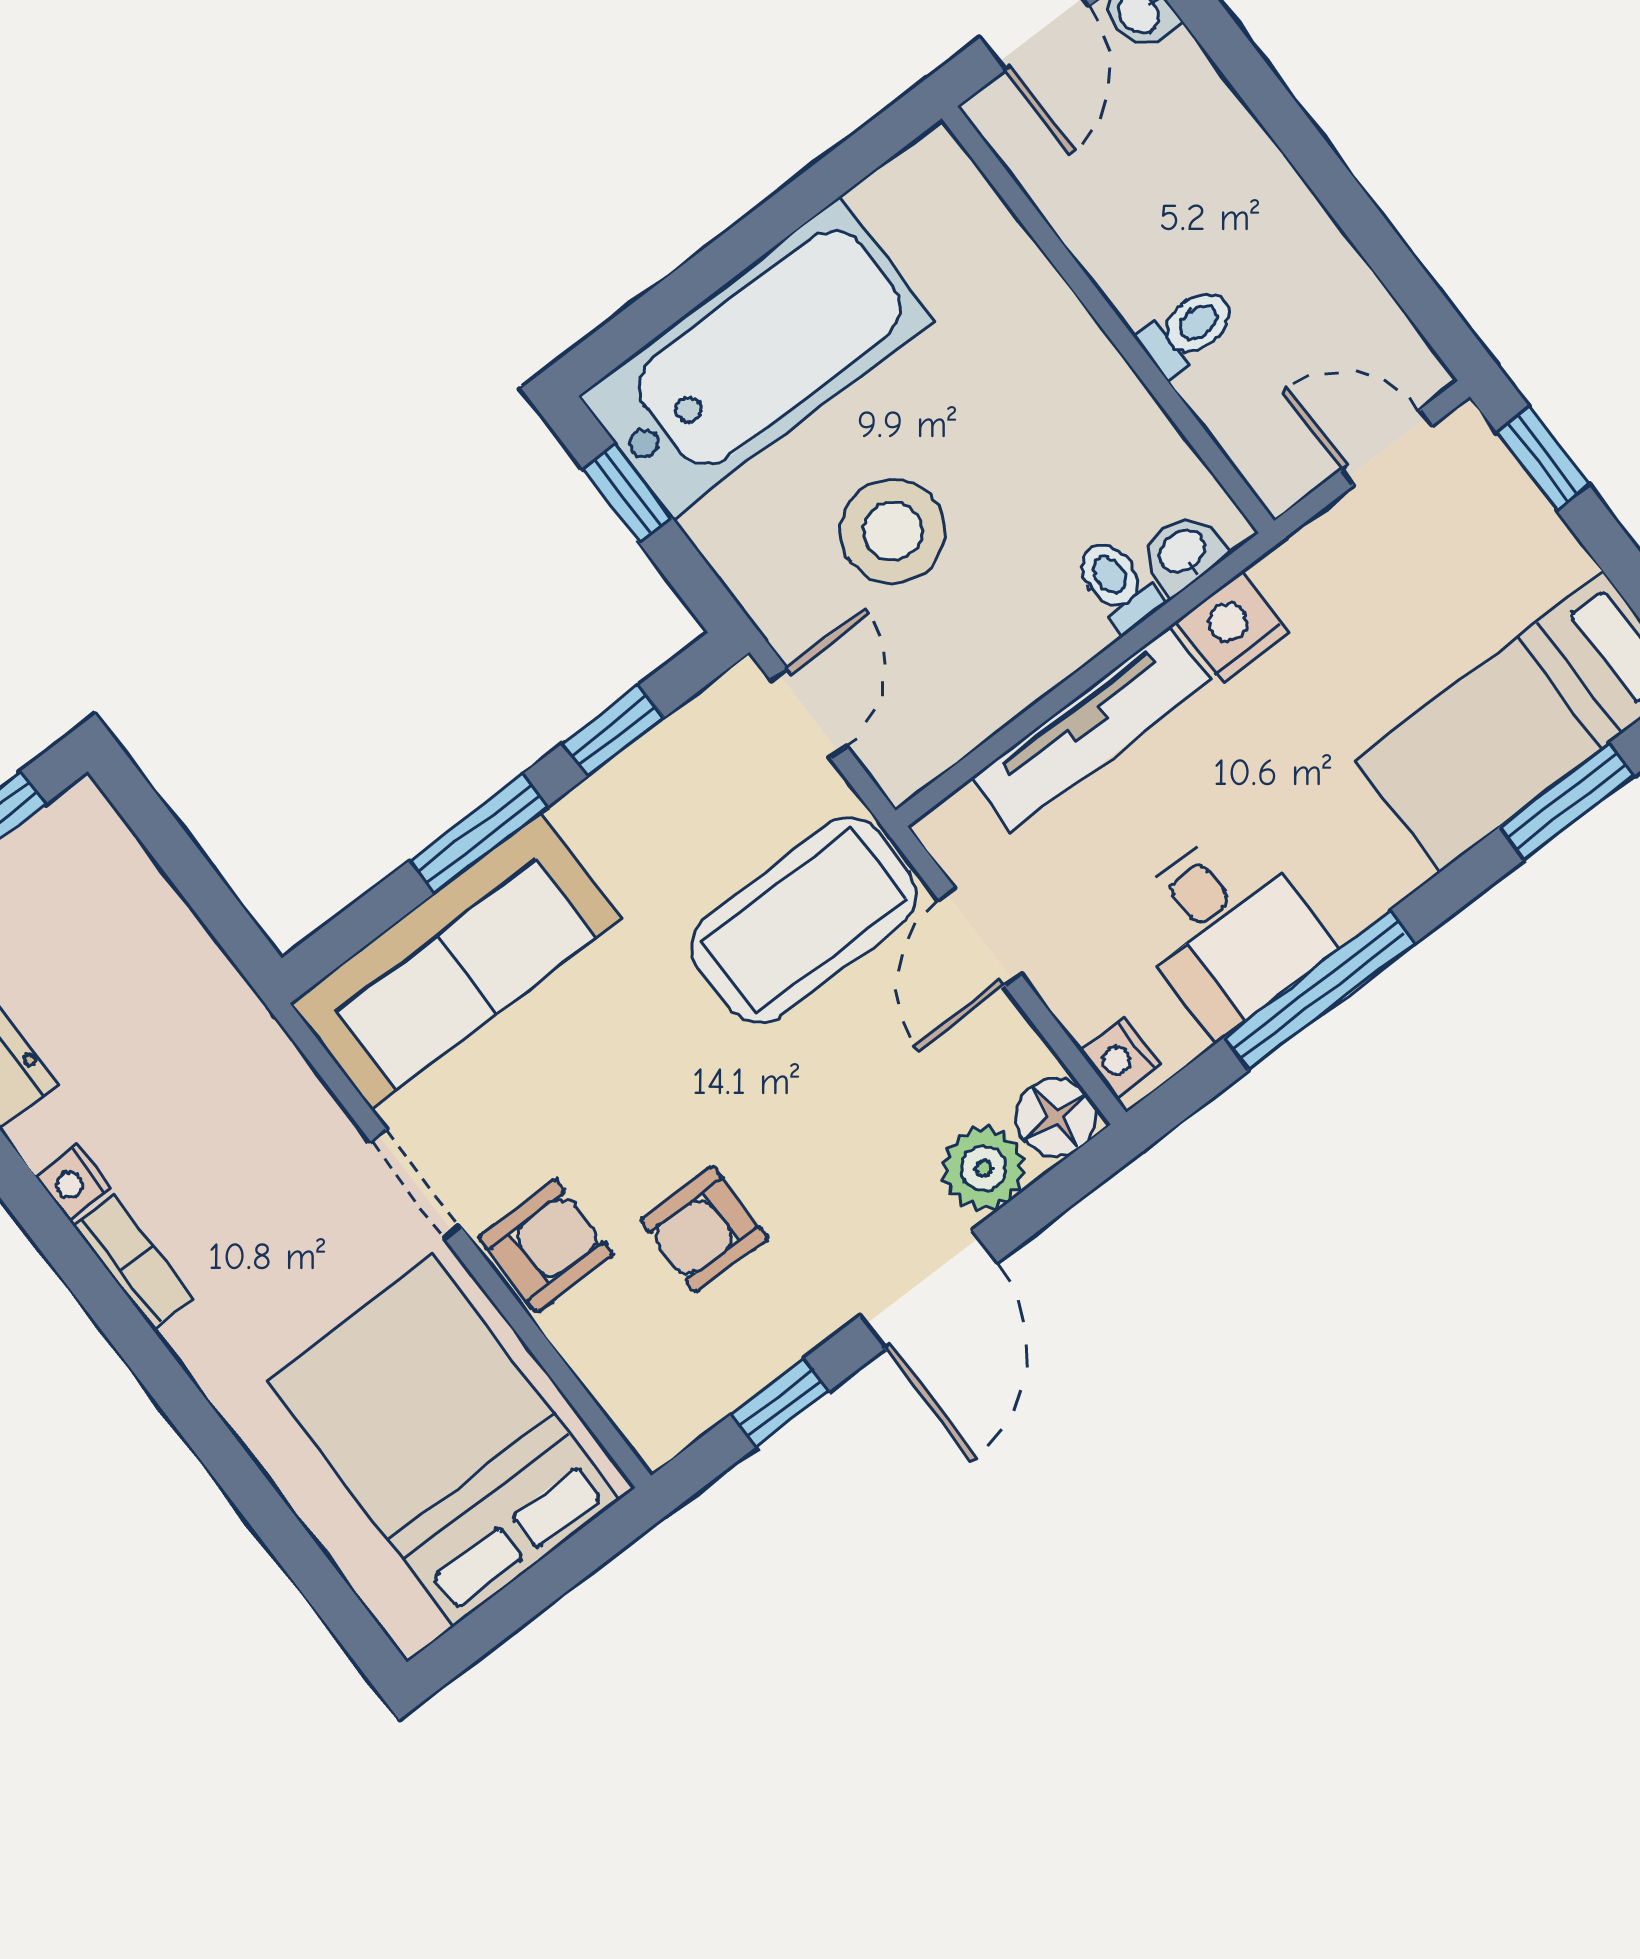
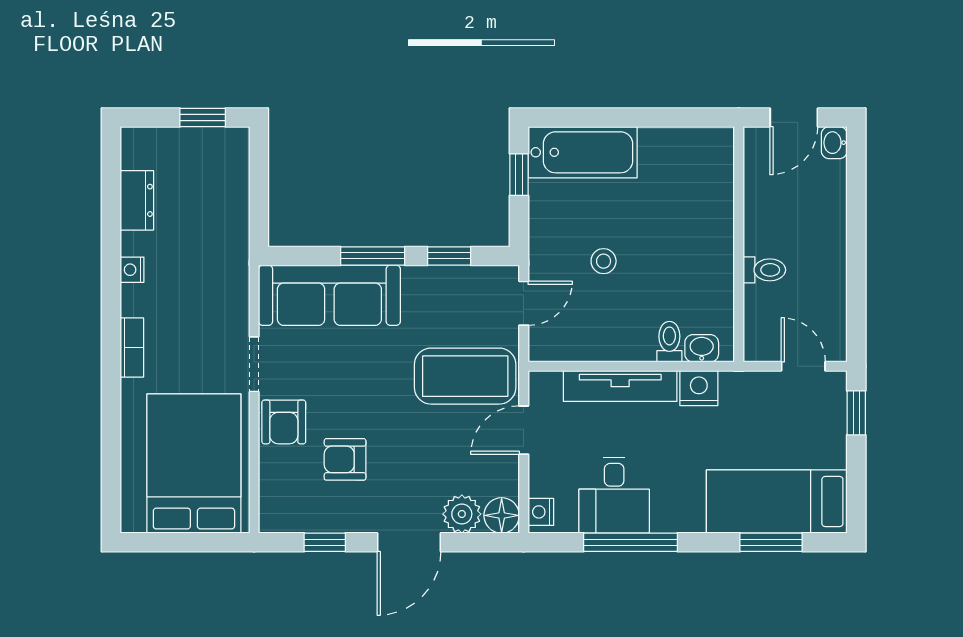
bathtub: (757, 358) -> (583, 152), width x0.73, depth x0.73
stool: (893, 531) -> (604, 261), width x0.53, depth x0.53
armchair: (546, 1246) -> (284, 422), turned 90
bookcase: (133, 1262) -> (132, 348), moved

